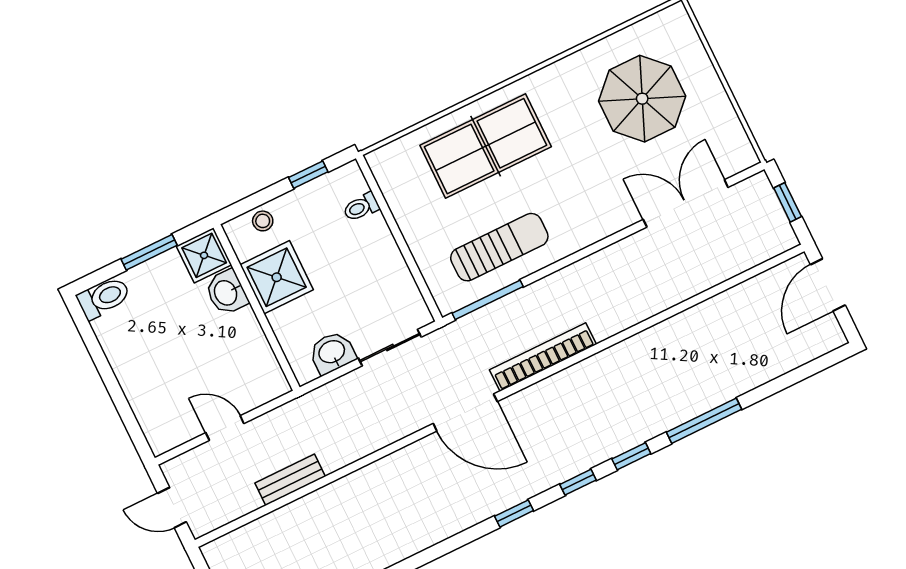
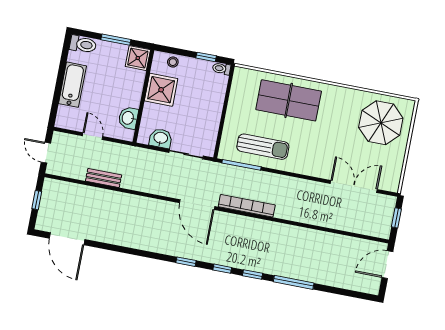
parasol: (642, 99) -> (381, 123), moved
toilet: (361, 207) -> (222, 69), moved
washbasin: (226, 292) -> (128, 118), moved
bathtub: (134, 372) -> (72, 85), added

